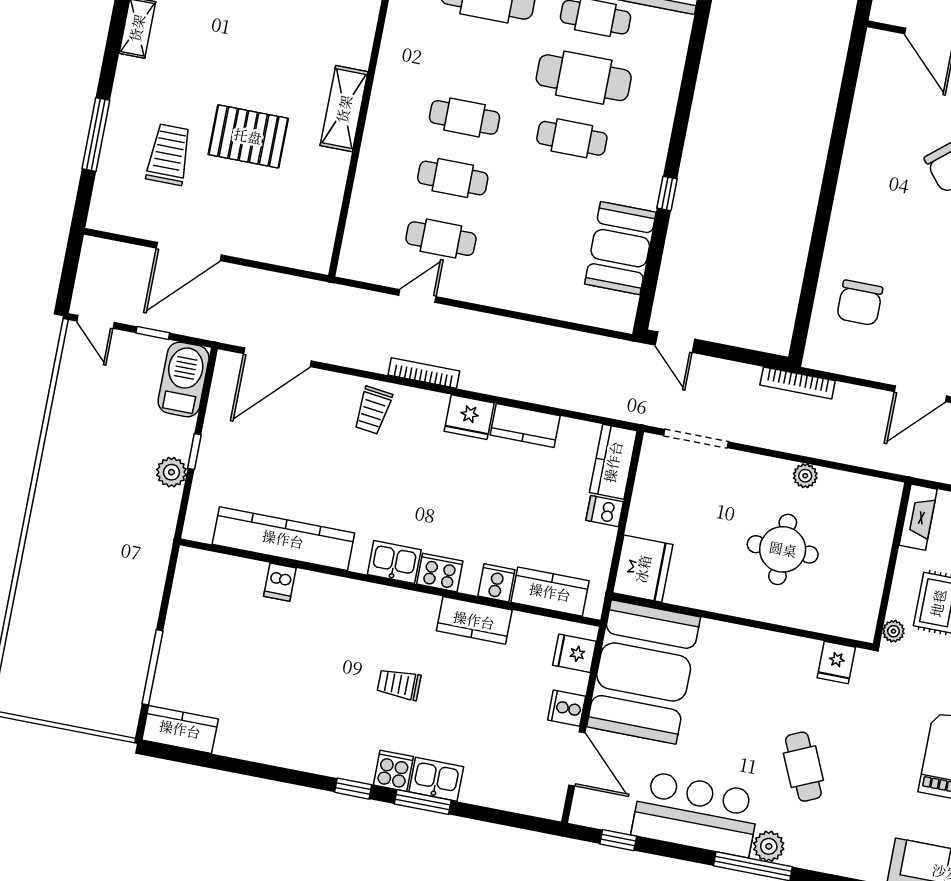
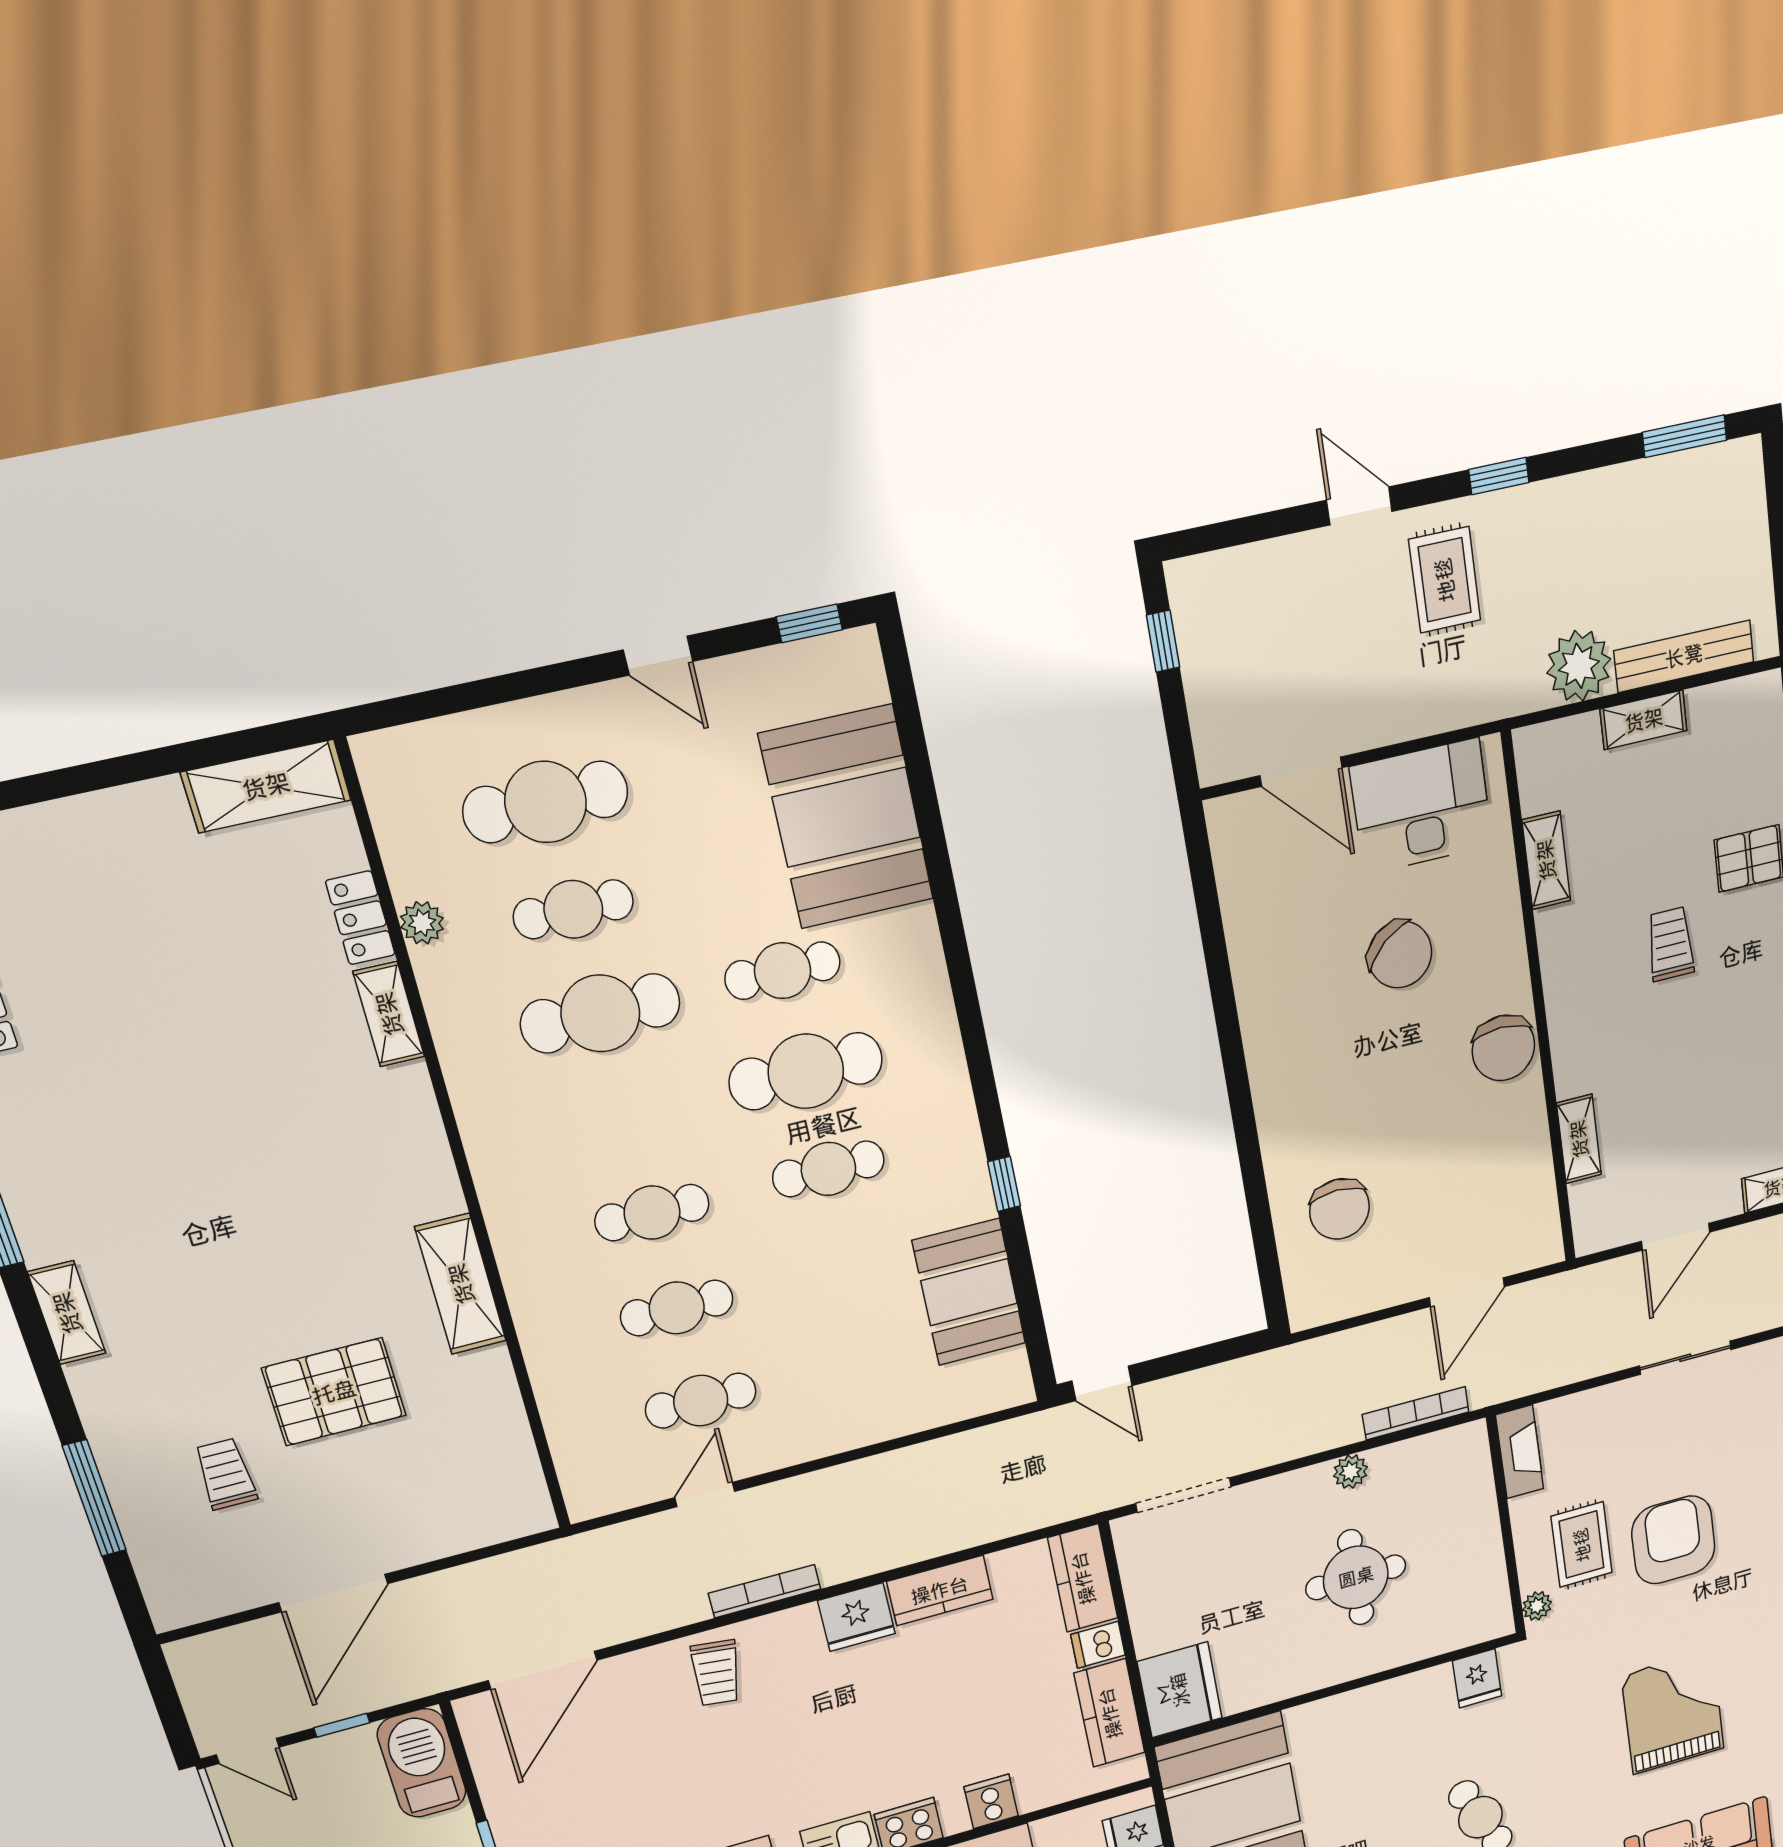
trolley: (169, 155) -> (225, 1474), width x0.73, depth x0.72
bookcase: (798, 383) -> (1416, 1413), moved, turned 180
kitchen counter: (550, 592) -> (1110, 1713), moved, turned -90

